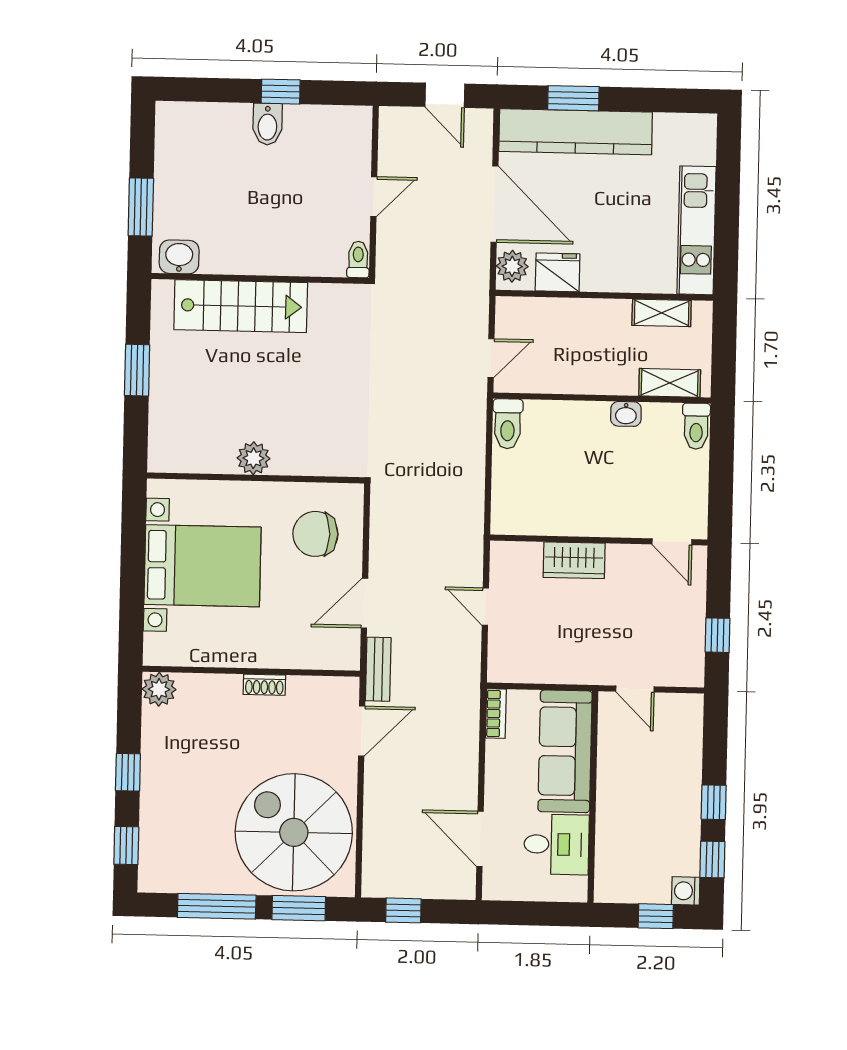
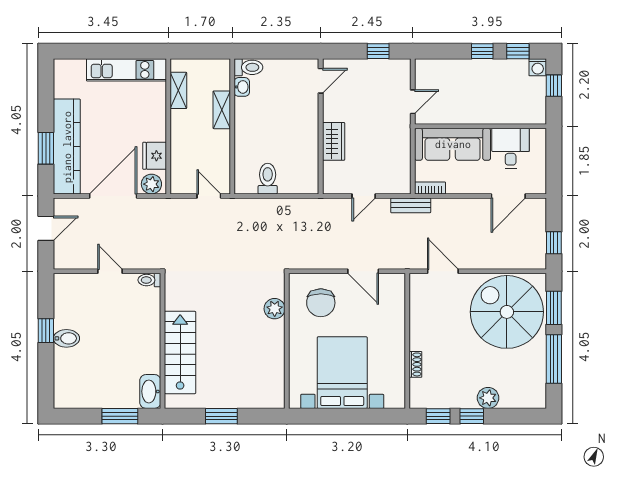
washbasin: (179, 257) -> (150, 391), width x1.38
shelving: (670, 383) -> (222, 110), moved
washbasin: (626, 414) -> (242, 87), moved
toilet: (508, 424) -> (268, 179), moved, turned -90
plant: (253, 458) -> (275, 309), moved
bench: (378, 669) -> (411, 205), moved
shoe rack: (264, 685) -> (415, 364), moved
plant: (159, 689) -> (488, 398), moved
spiral stairs: (294, 832) -> (507, 312), turned 90
window: (126, 846) -> (438, 416), moved

